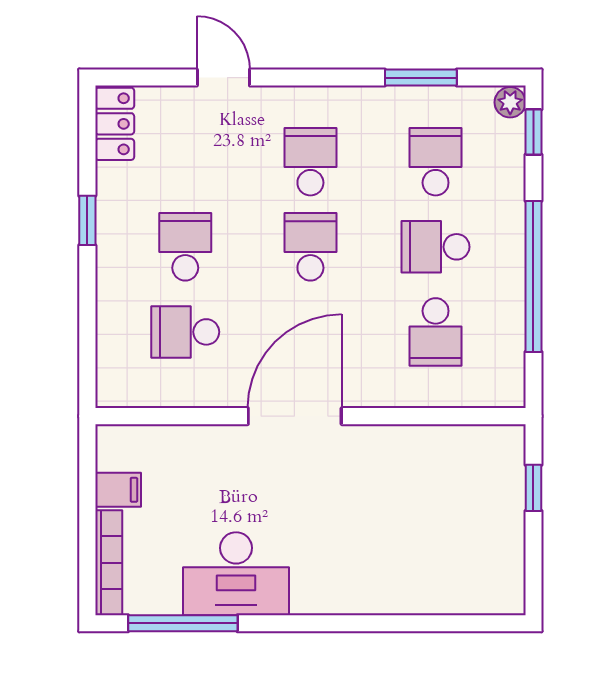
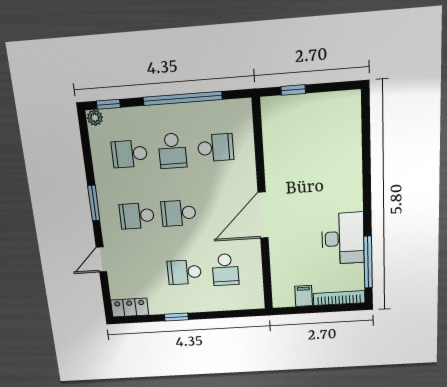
window: (421, 78) -> (94, 203), moved
door: (295, 416) -> (263, 215), hinge flipped

